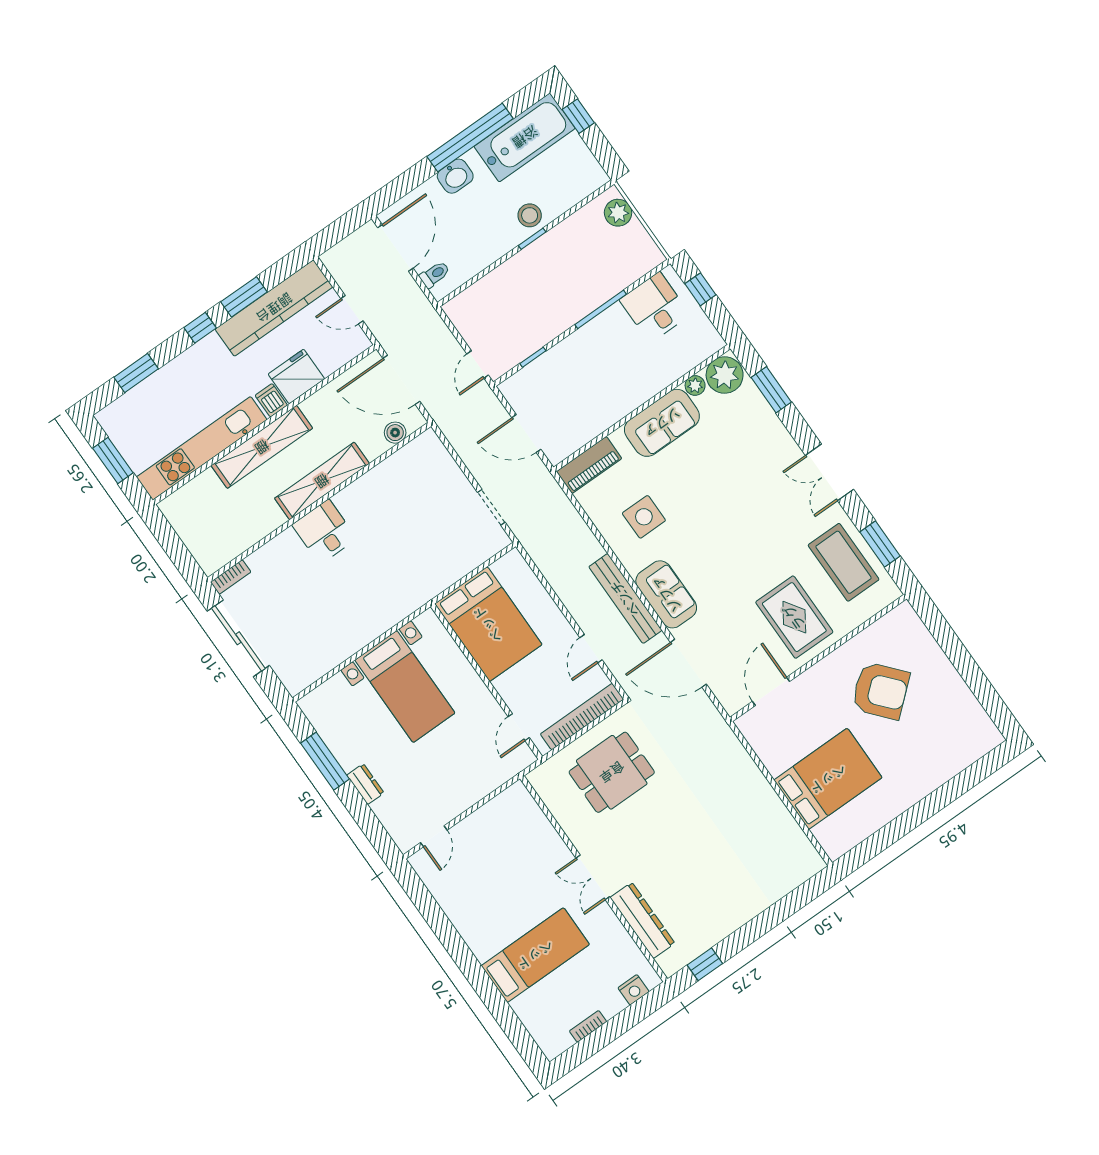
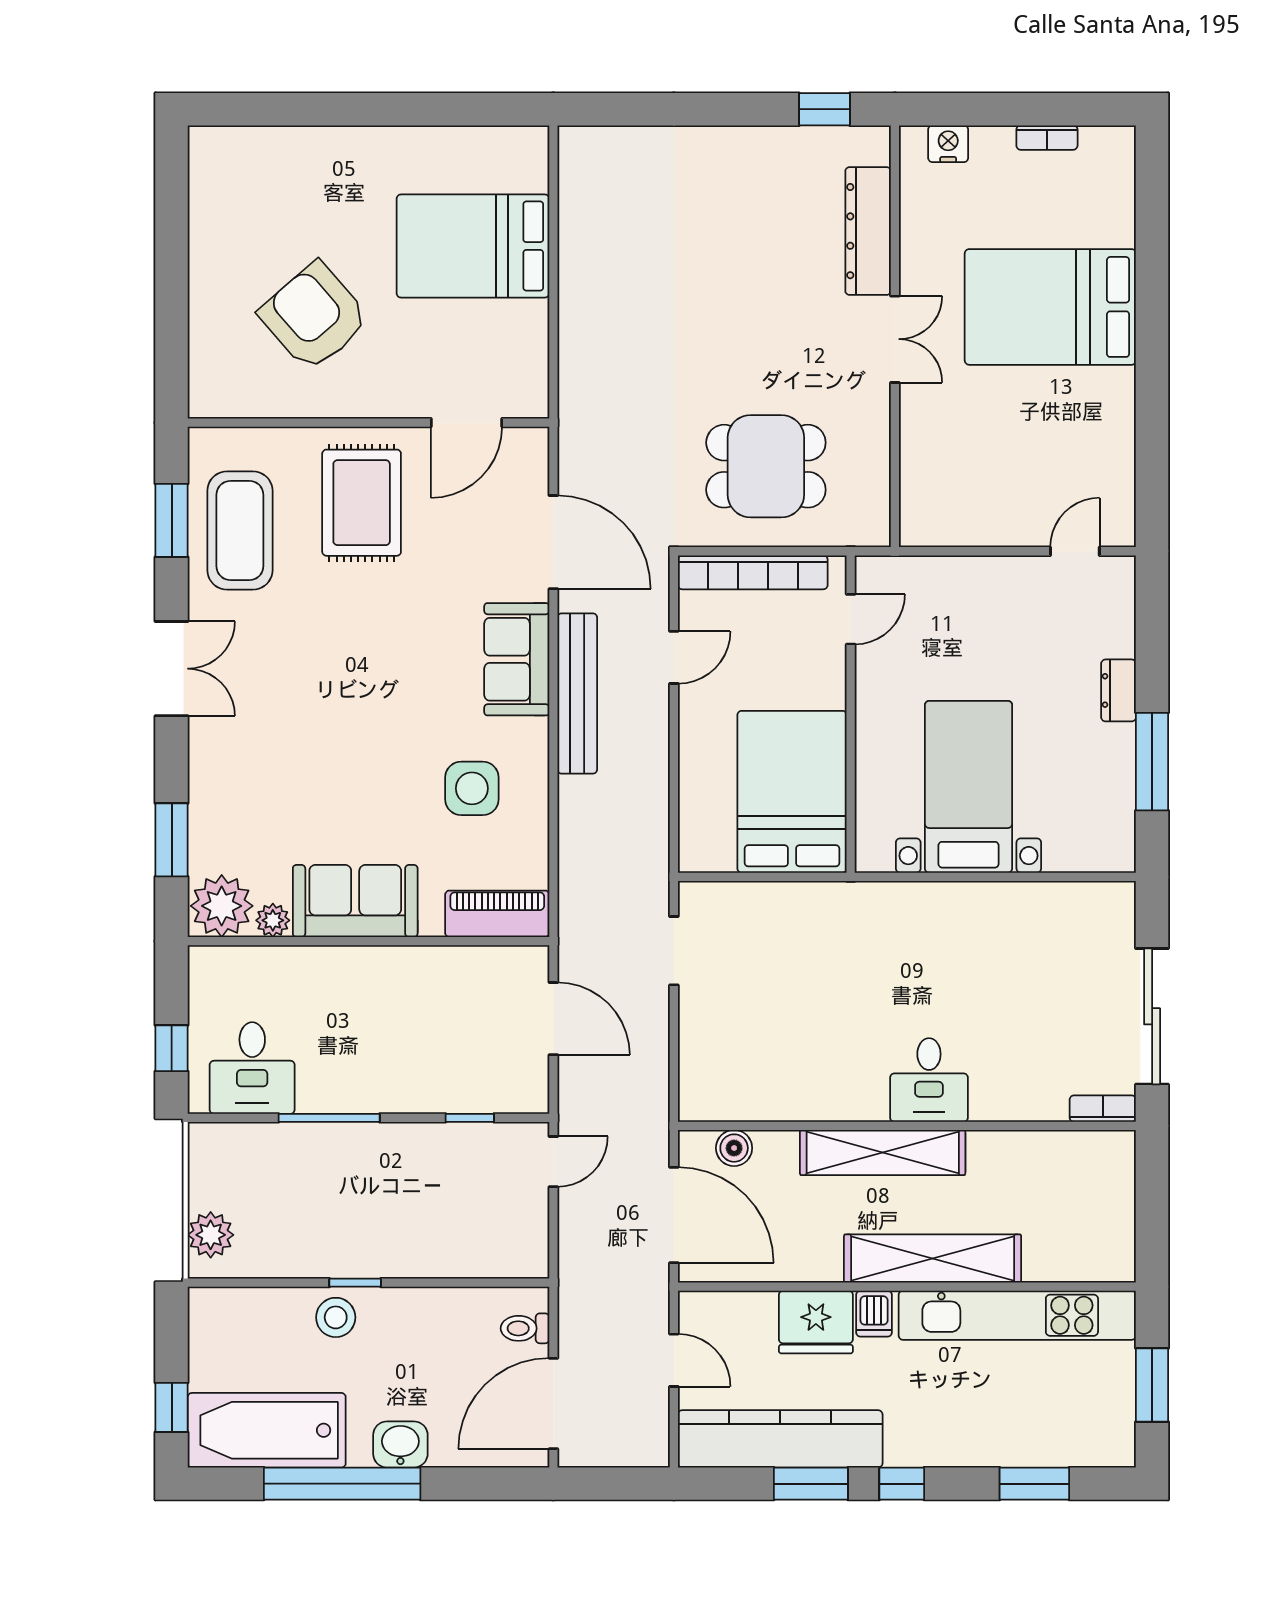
bed: (535, 955) -> (1050, 307), width x1.50

